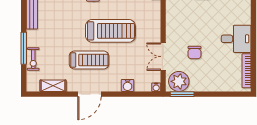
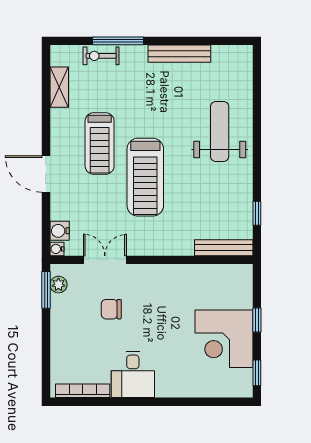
plant: (179, 81) -> (58, 285), width x0.53, depth x0.53
water cooler: (128, 85) -> (60, 231), moved
door: (89, 94) -> (46, 174), moved

